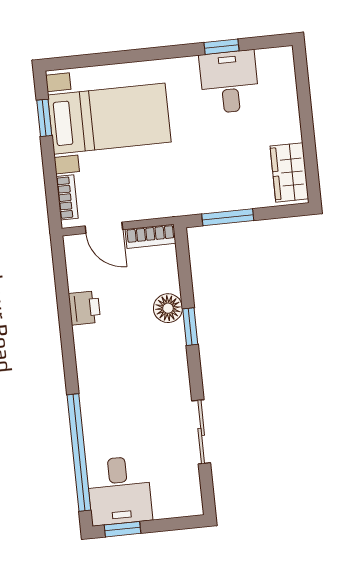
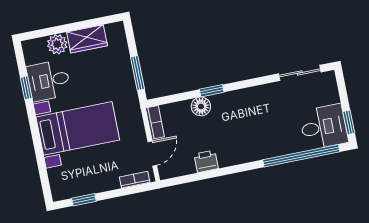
plant: (283, 100) -> (57, 44), added
bed with nightstands: (109, 119) -> (78, 128), moved, turned 90
wardrobe: (289, 172) -> (87, 39), moved
sliding door: (201, 432) -> (300, 73), moved

